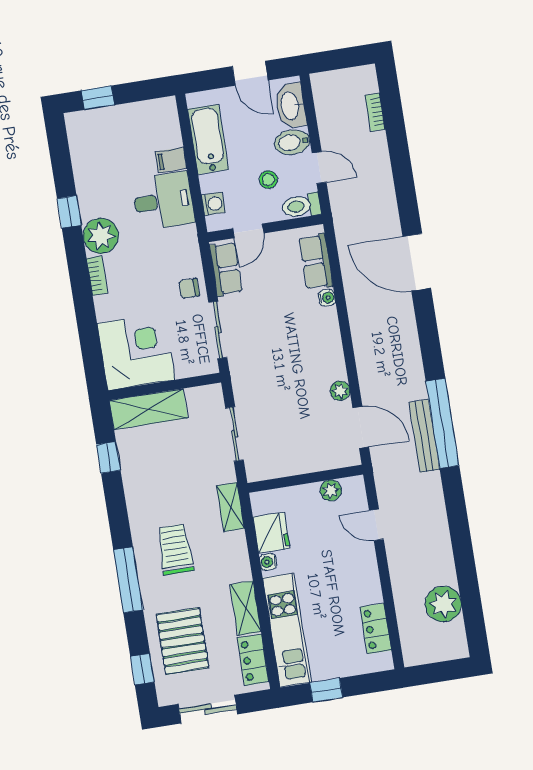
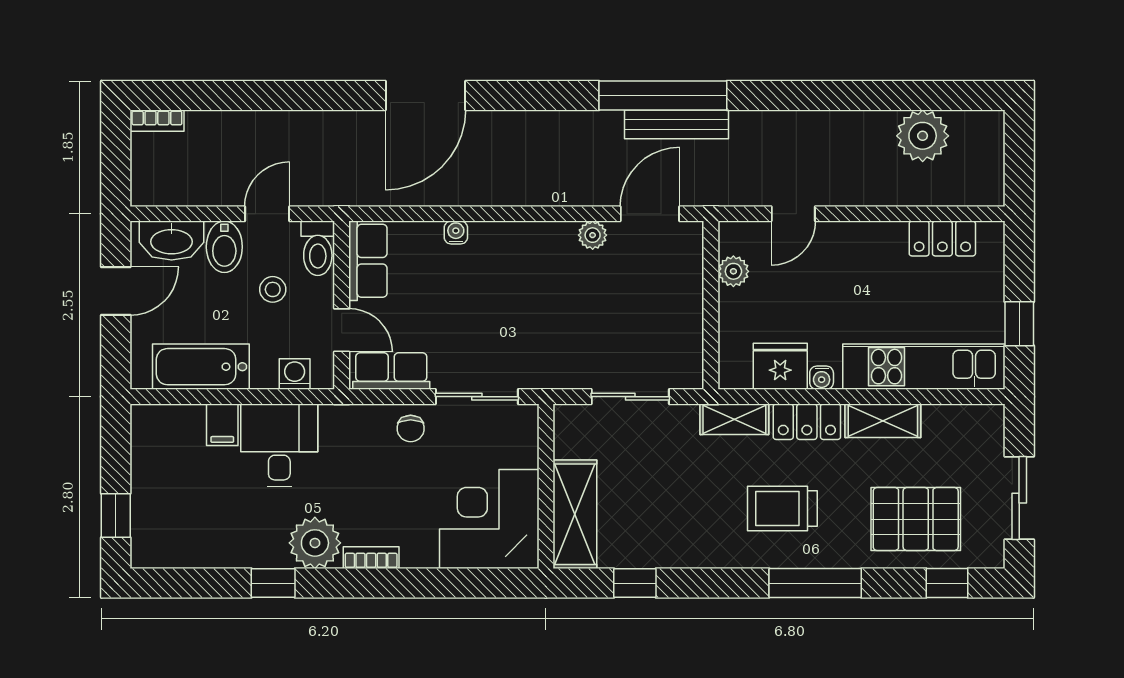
bookcase: (375, 112) -> (157, 121), moved
row of seats: (316, 262) -> (368, 261), moved, turned -90
locker: (253, 660) -> (807, 422), moved

